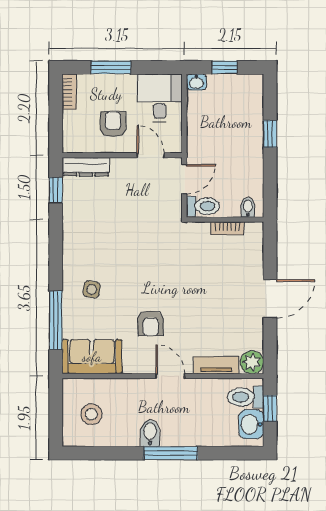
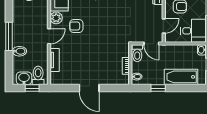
bathtub: (248, 122) -> (181, 77), added
window: (270, 134) -> (158, 88), moved
plant: (252, 362) -> (56, 18), moved
bidet: (150, 433) -> (19, 51), moved

